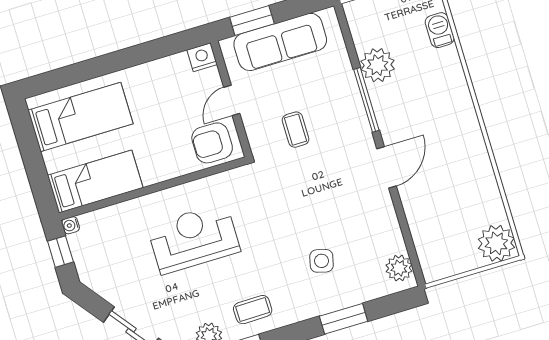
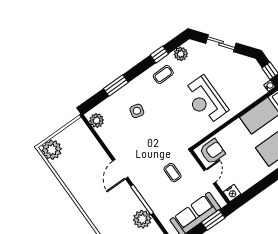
reception desk: (194, 238) -> (205, 100), turned 90

